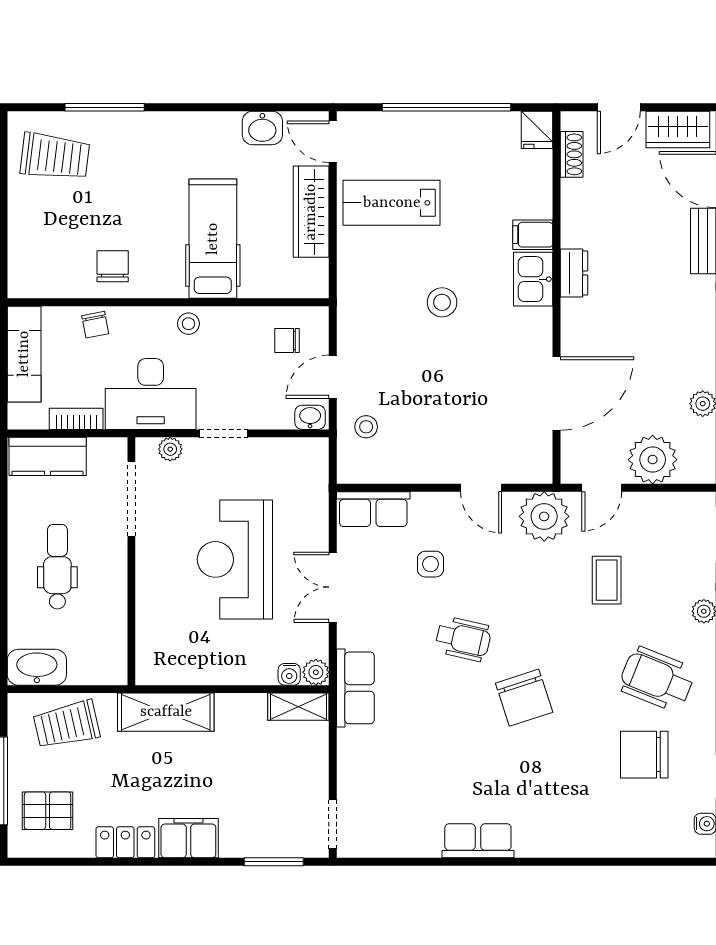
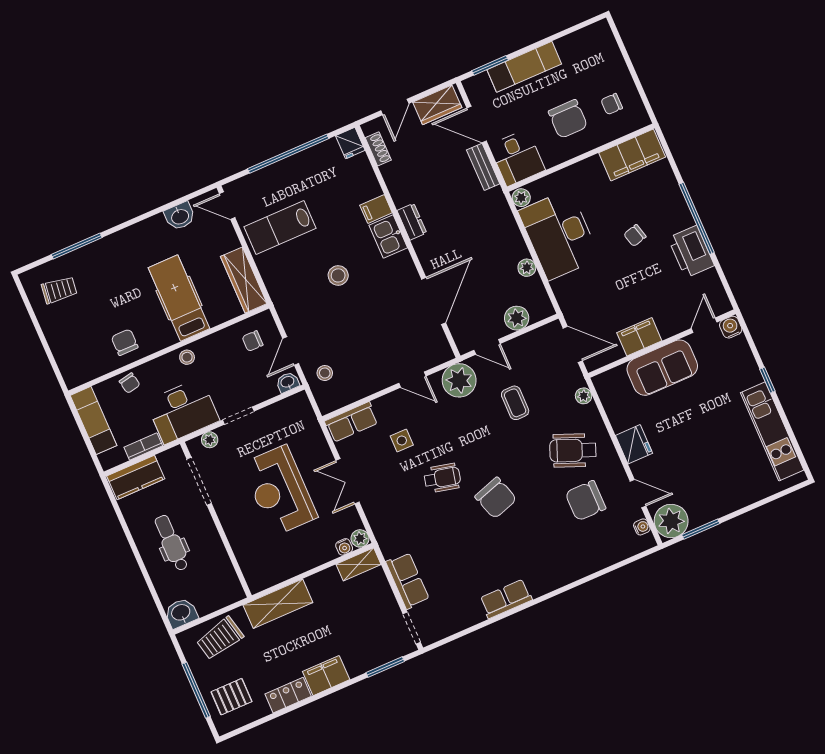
trolley: (55, 157) -> (59, 290), width x0.73, depth x0.72
wardrobe: (311, 212) -> (244, 280), moved
plant: (653, 460) -> (517, 318), width x0.73, depth x0.73
door: (602, 488) -> (487, 347), hinge flipped
washbasin: (37, 667) -> (181, 613), width x0.72
row of seats: (355, 688) -> (408, 581), moved

